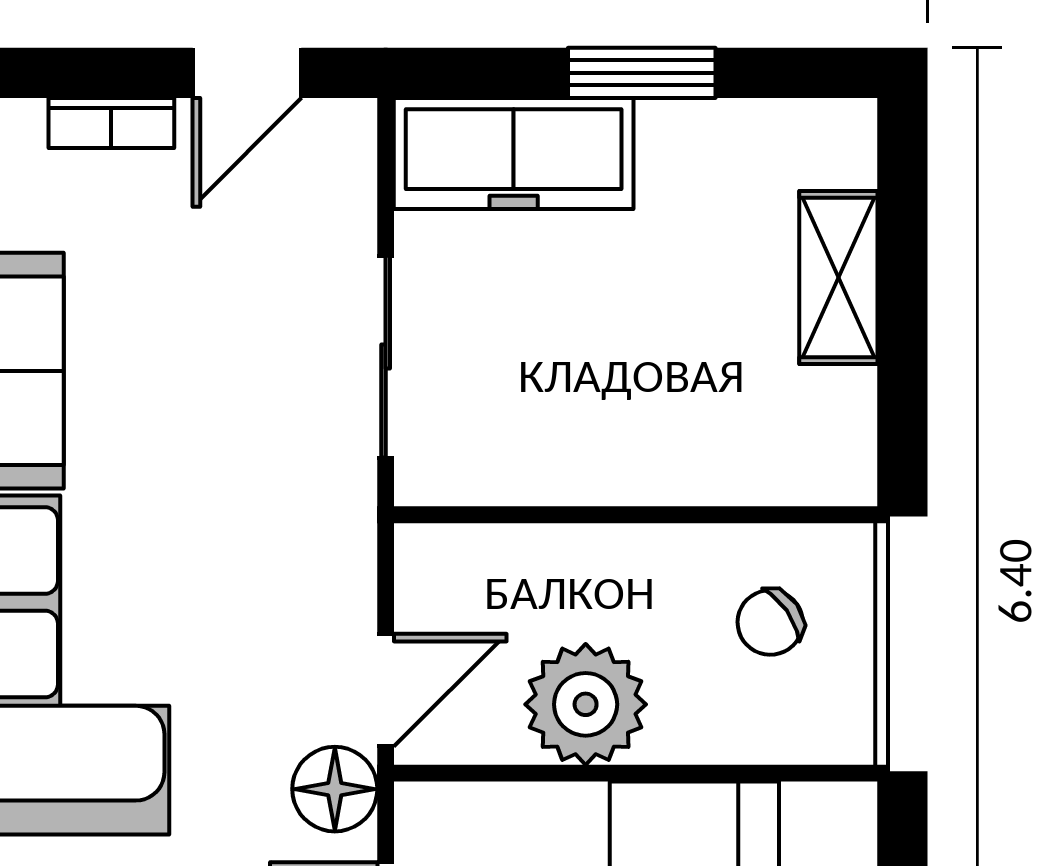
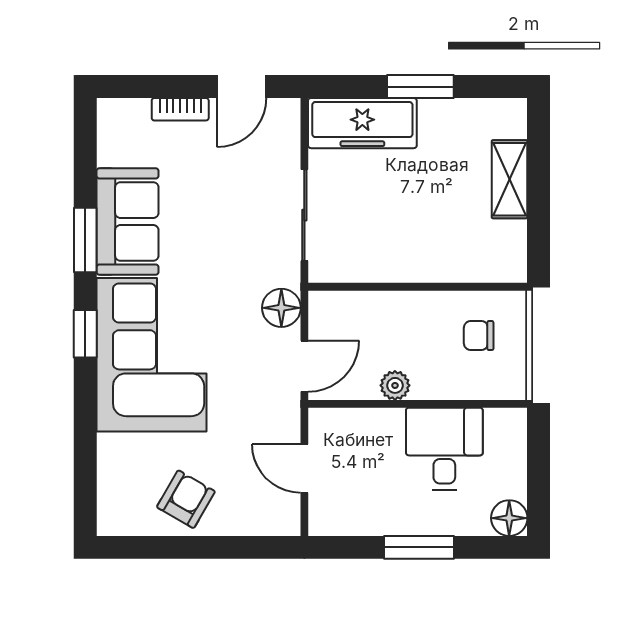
chair: (770, 622) -> (479, 336), turned 35
plant: (586, 704) -> (395, 385), width x0.53, depth x0.53
floor lamp: (335, 789) -> (281, 308), moved

